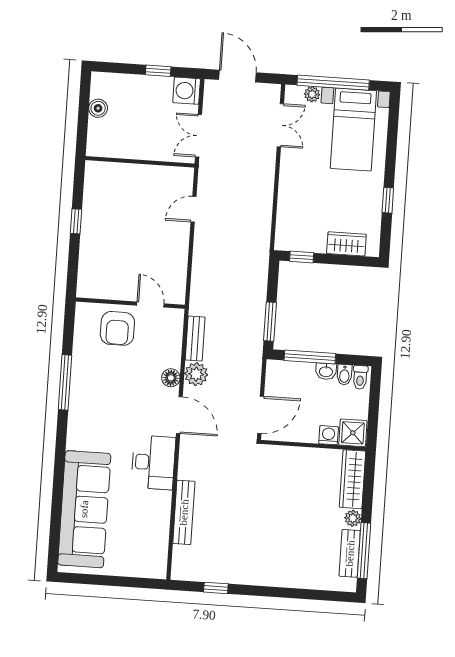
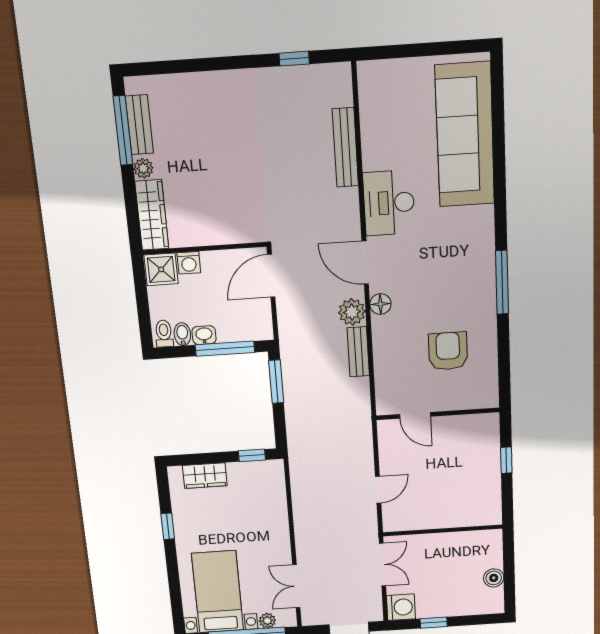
wall: (130, 303) -> (438, 414), moved
door: (150, 305) -> (415, 415), moved

